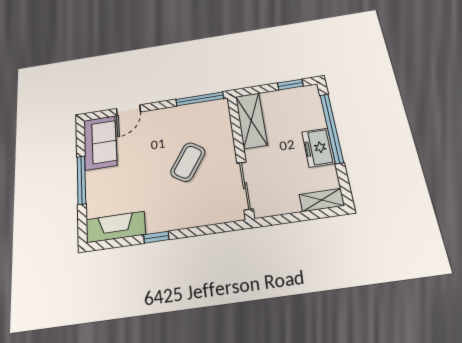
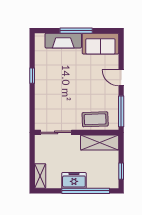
door: (128, 110) -> (121, 78), moved
coffee table: (188, 162) -> (95, 119), moved, turned -35
fireplace: (116, 227) -> (63, 41), moved, turned 90

